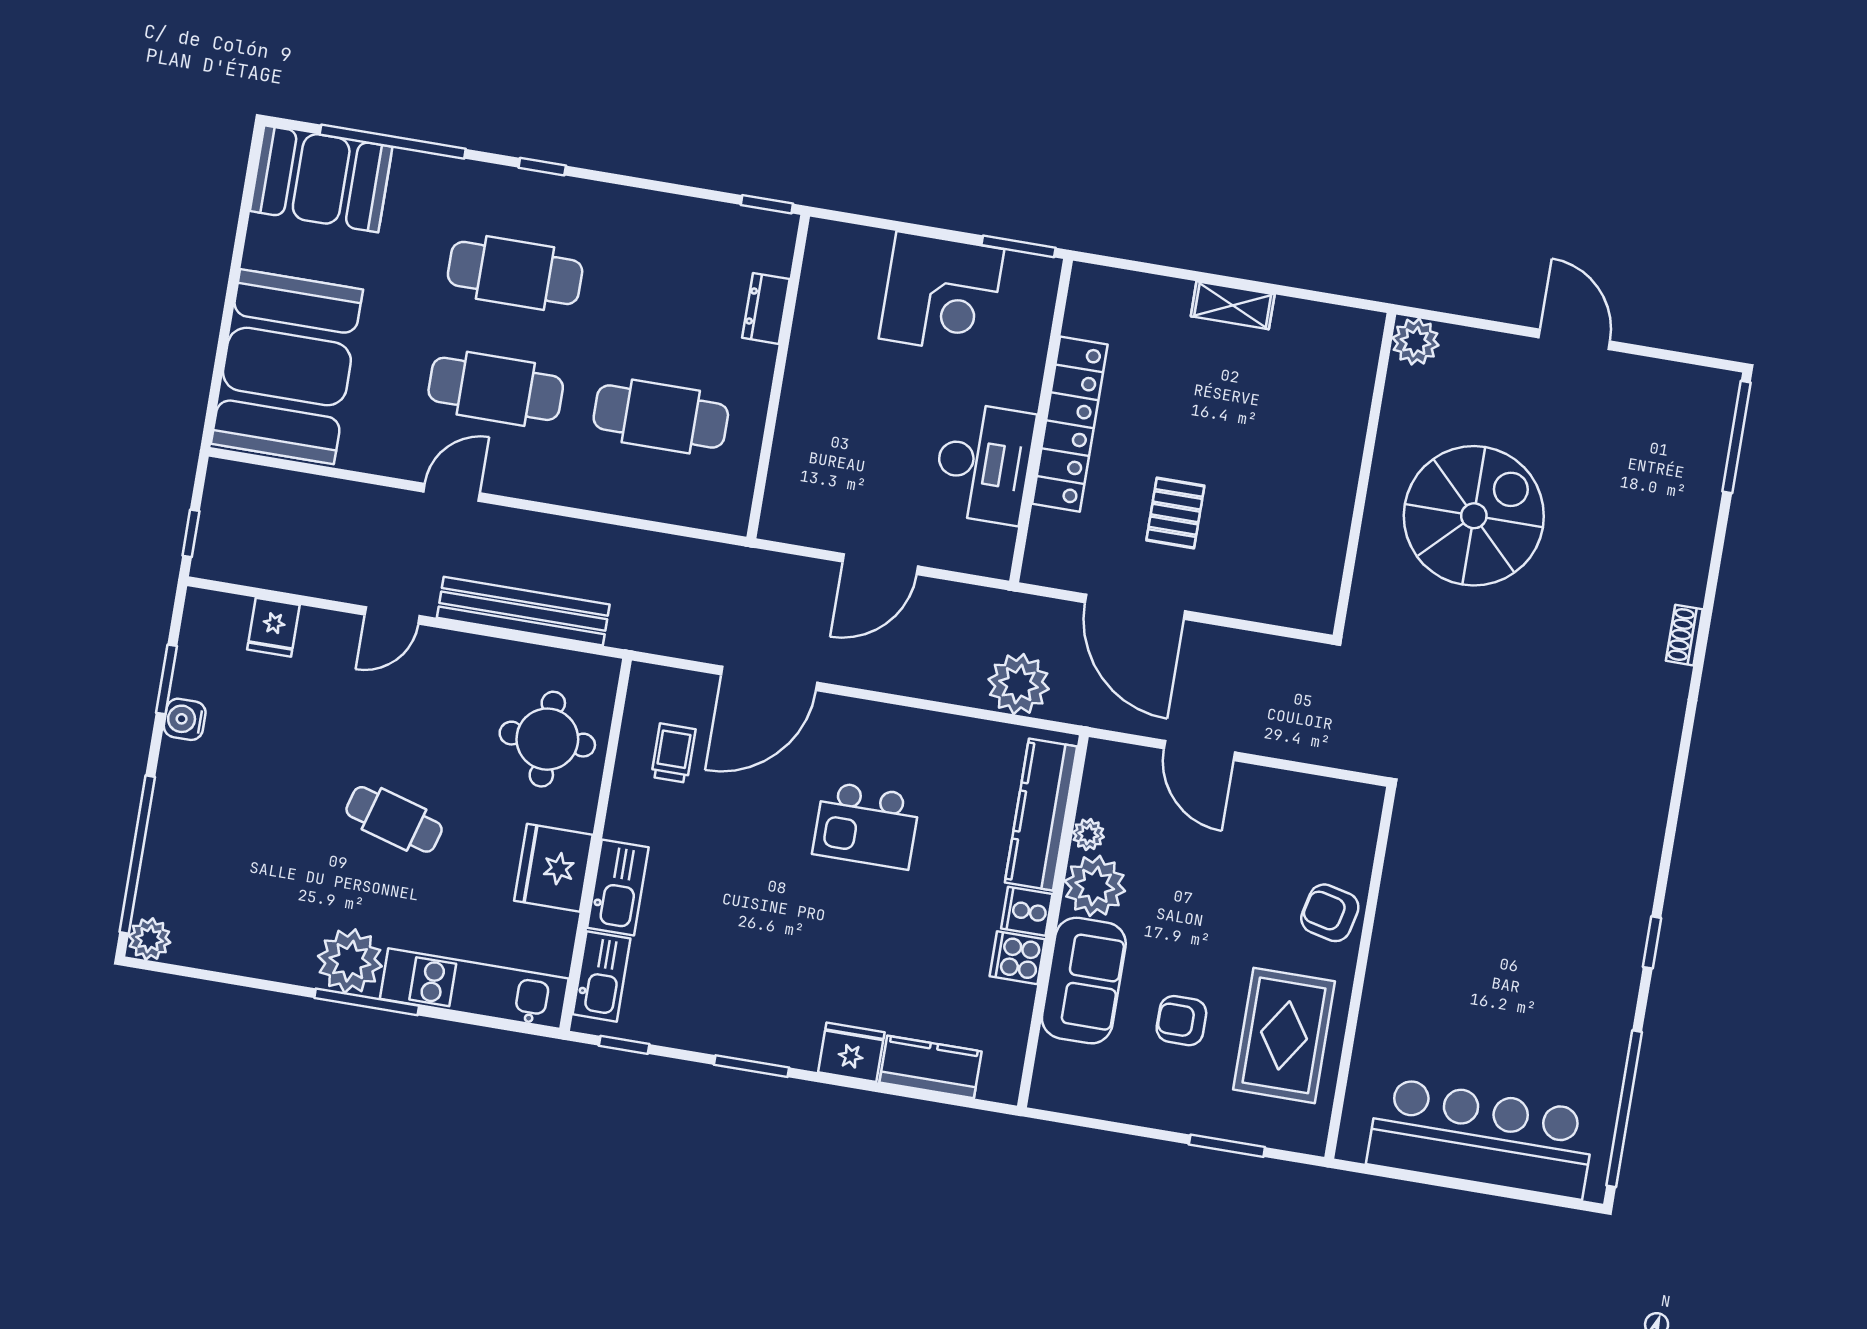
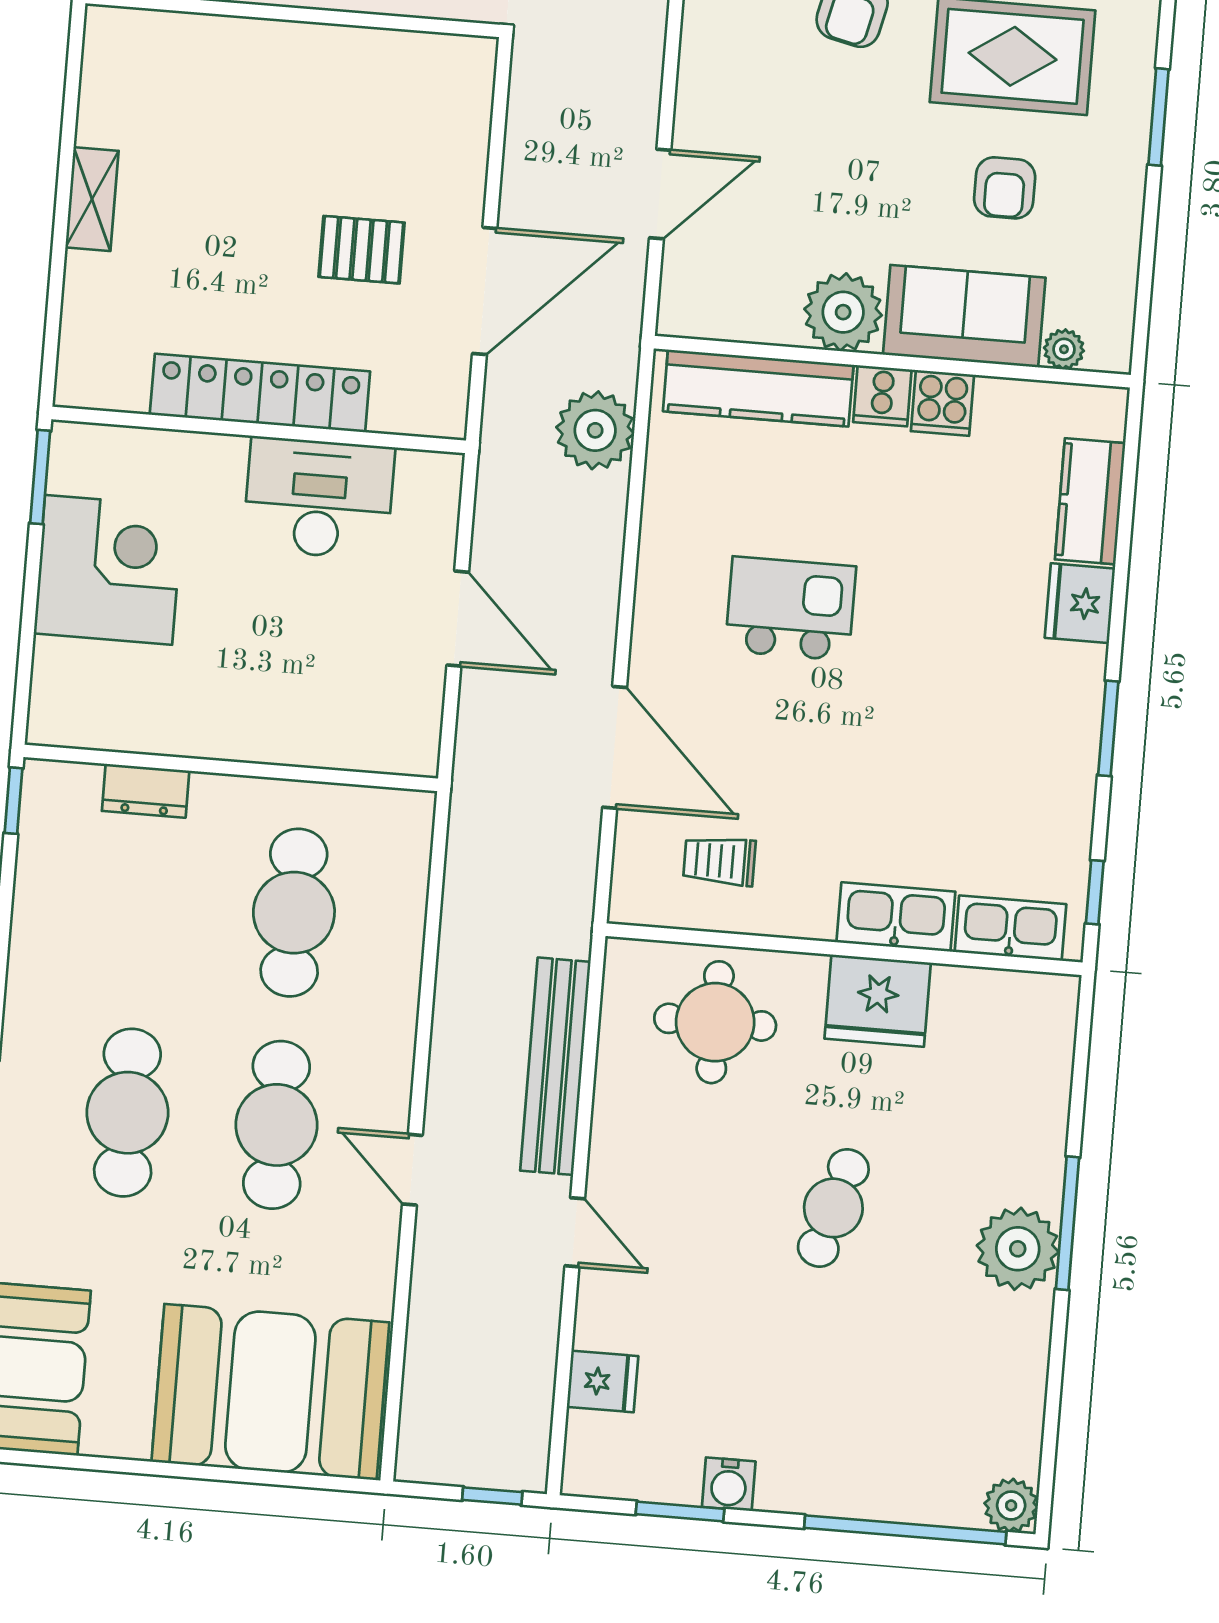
kitchen island: (866, 825) -> (791, 609), turned -90
plant: (1088, 834) -> (1064, 349), moved
kitchen unit: (474, 989) -> (1039, 1088), removed

